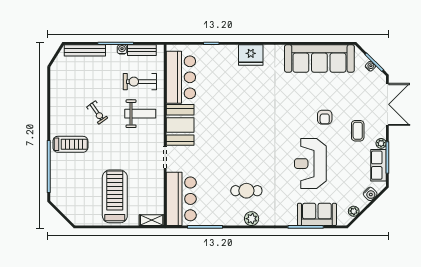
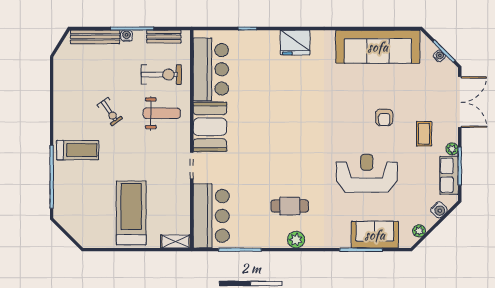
water cooler: (122, 49) -> (127, 36), moved
exercise bike: (140, 82) -> (161, 74), turned 180
reception desk: (310, 164) -> (367, 173), turned 90

